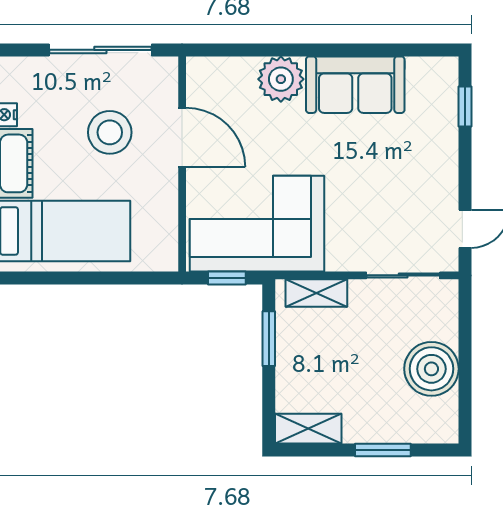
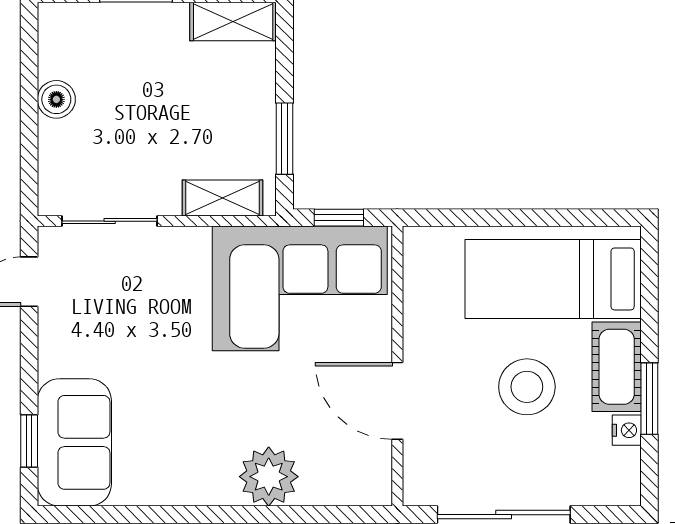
sofa: (355, 85) -> (74, 442), moved, turned 90
stool: (110, 132) -> (527, 387), moved
boiler: (431, 369) -> (56, 99), width x0.54, depth x0.54

